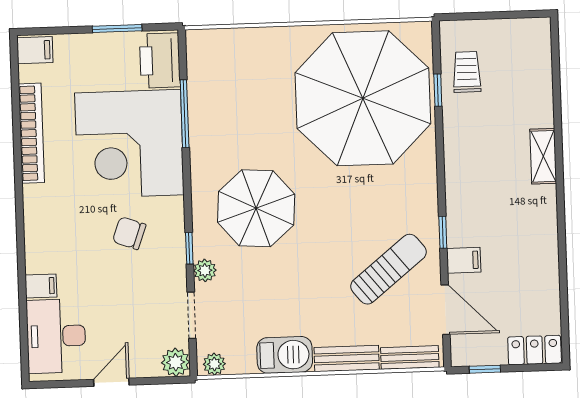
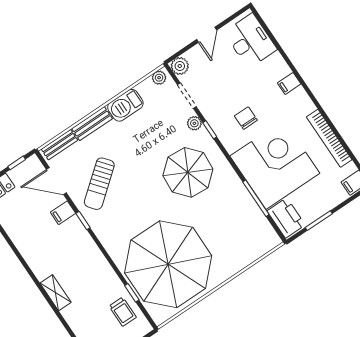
chair: (129, 233) -> (246, 118), turned -110
filing cabinet: (41, 286) -> (289, 83), moved

